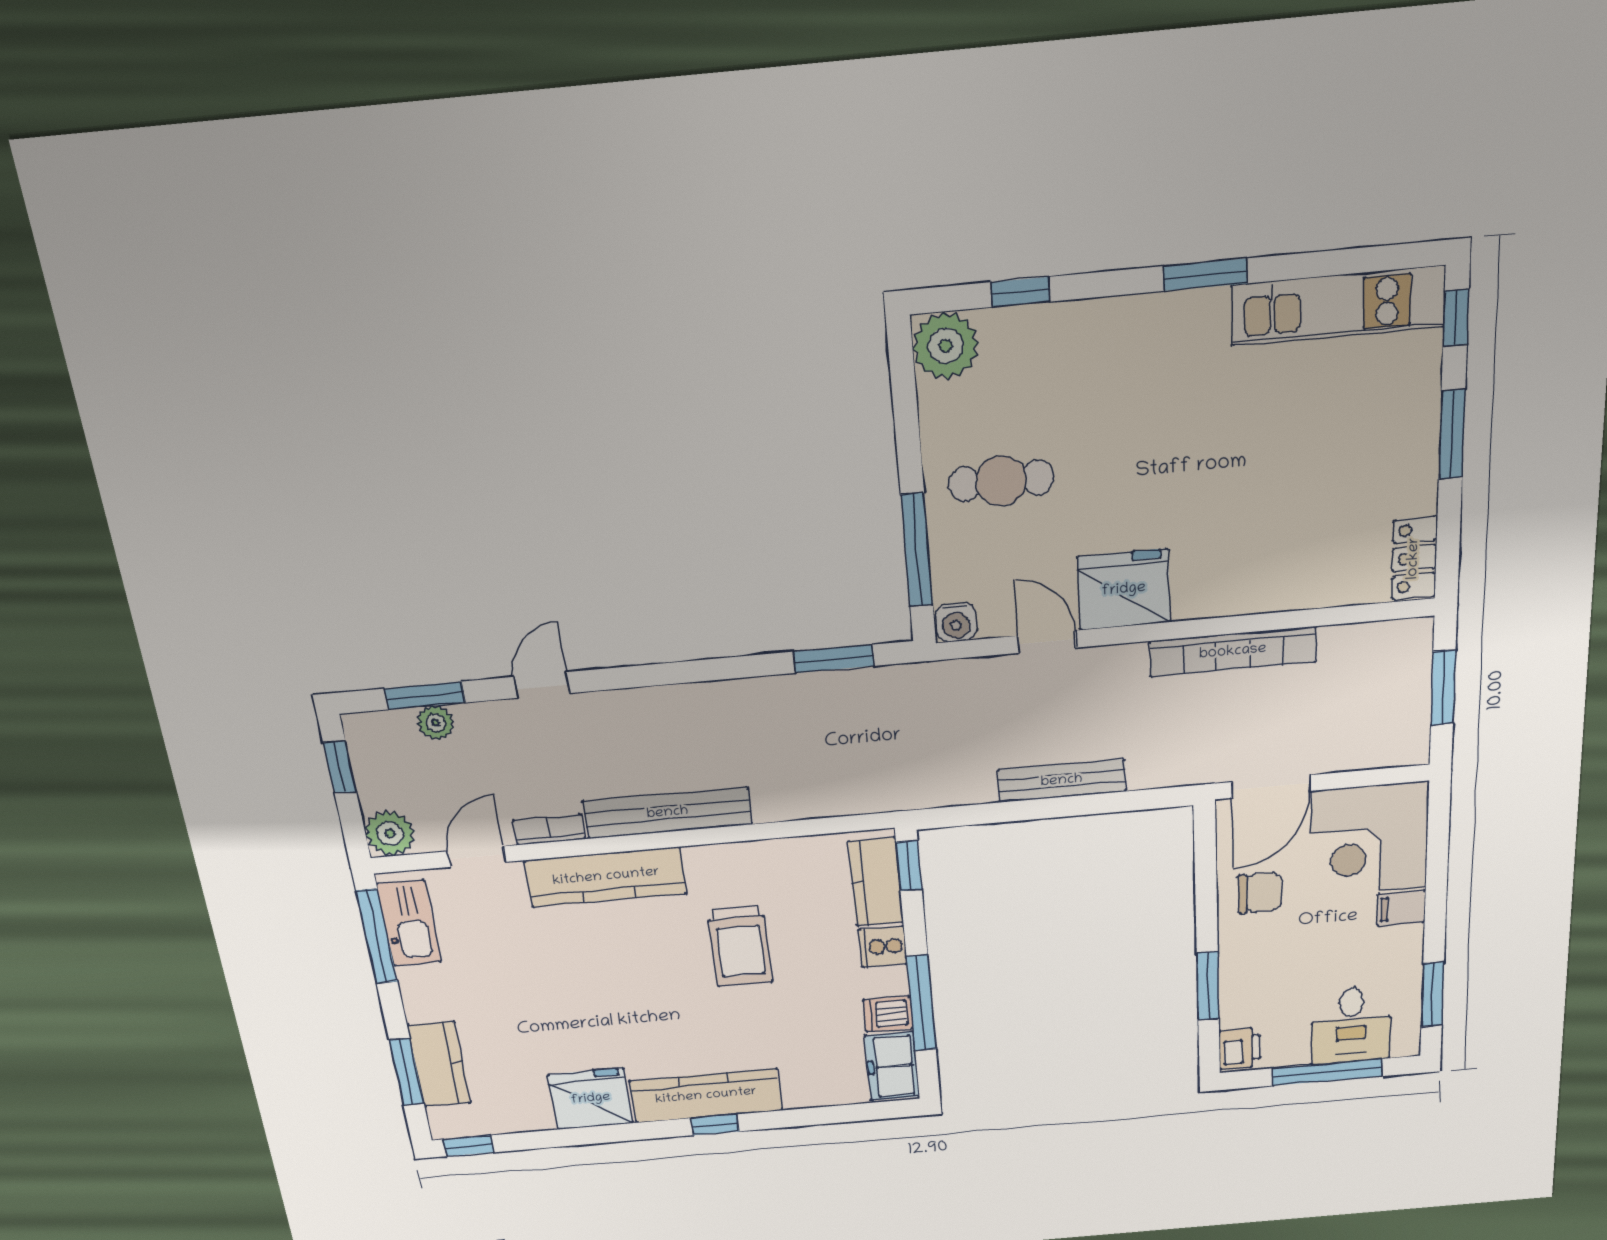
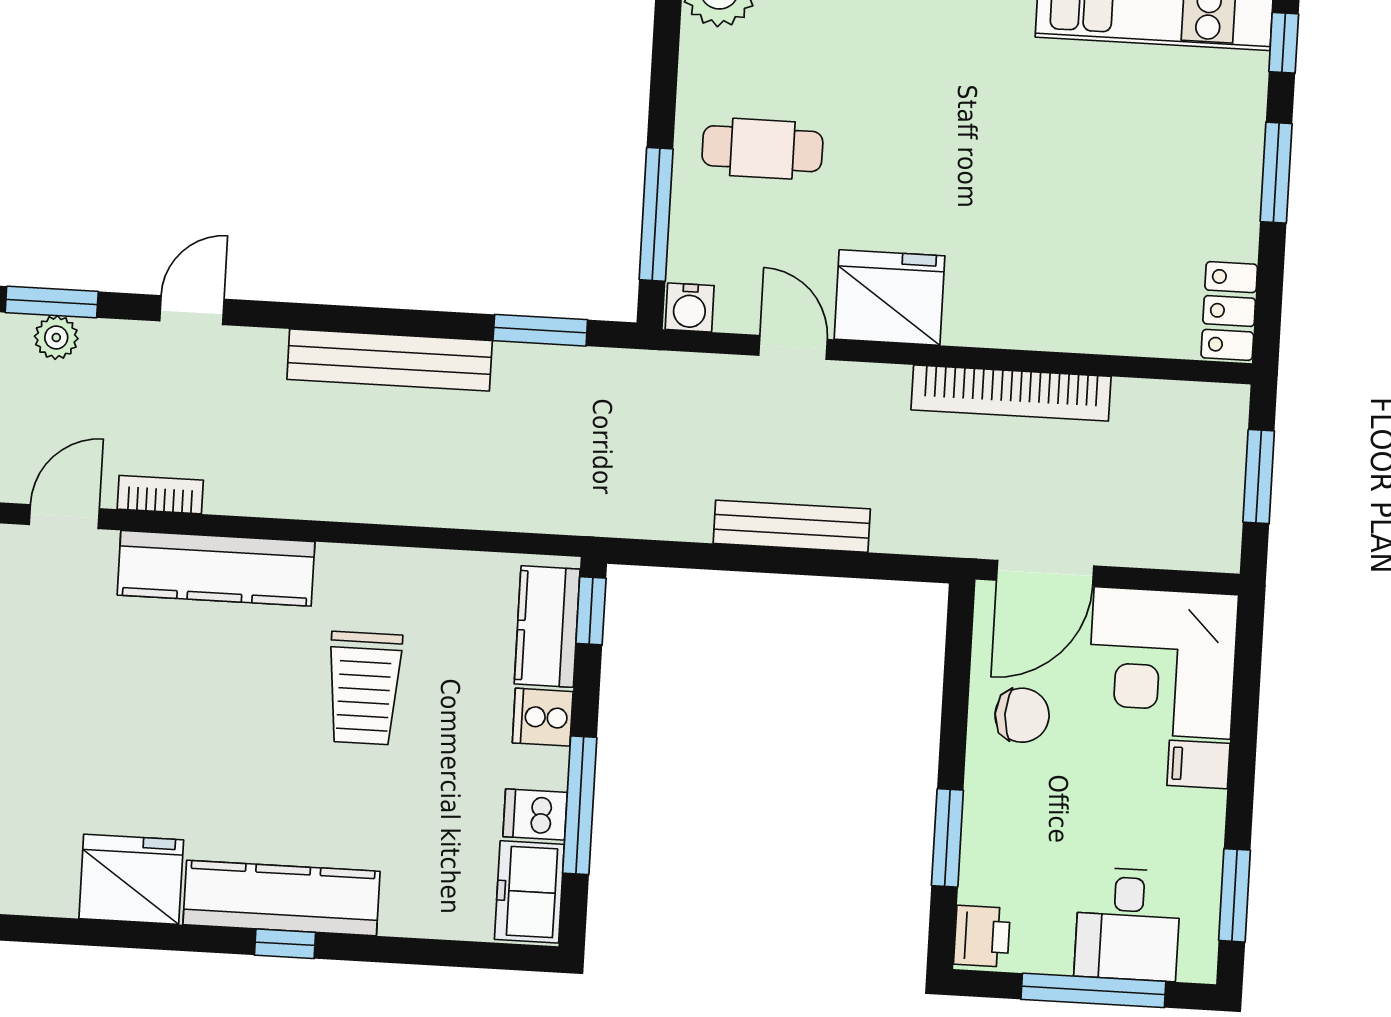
bench: (668, 813) -> (390, 360), moved

